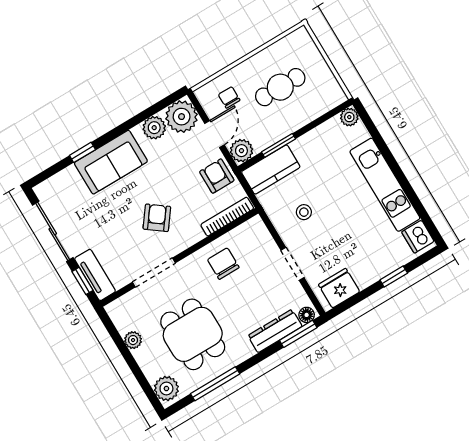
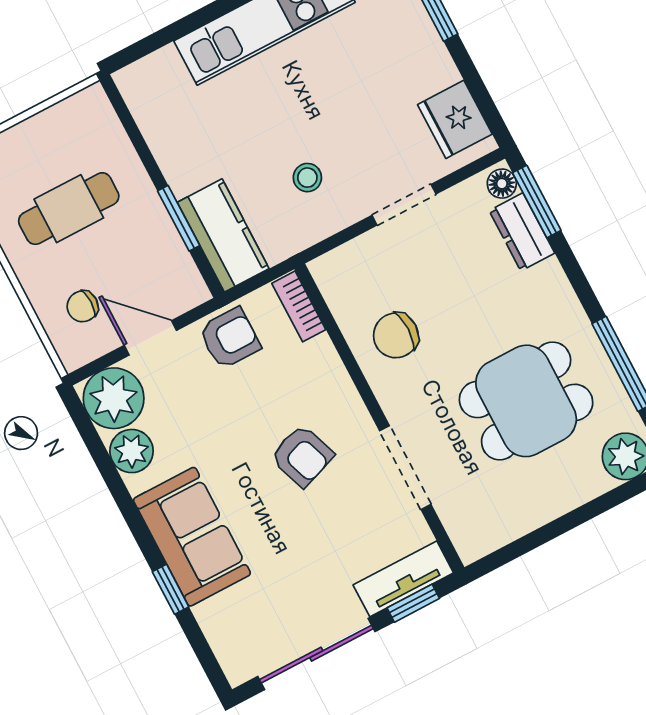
cafe table: (280, 87) -> (69, 209), turned 90
plant: (349, 117) -> (133, 81), removed
plant: (241, 151) -> (184, 289), removed
armchair: (217, 176) -> (230, 338), turned 180
bookcase: (227, 217) -> (299, 306), width x0.64
armchair: (157, 218) -> (302, 456), turned -147
dresser: (275, 331) -> (522, 232), width x0.70
plant: (133, 340) -> (530, 514), removed

